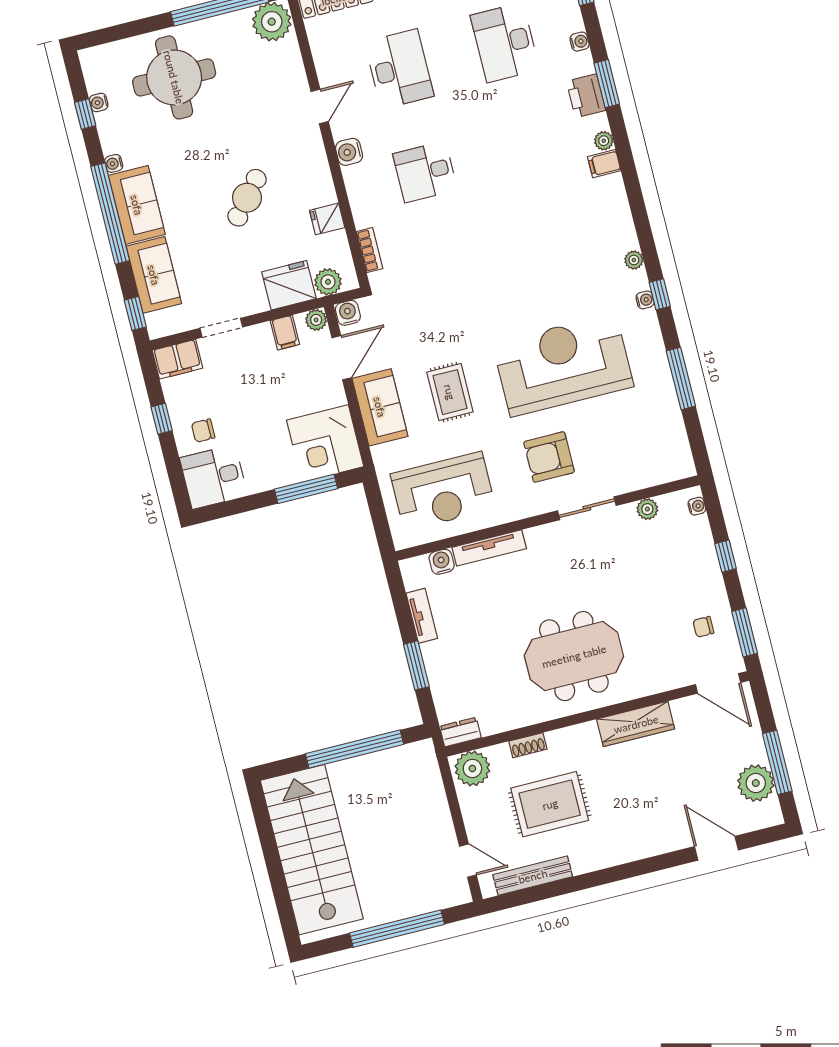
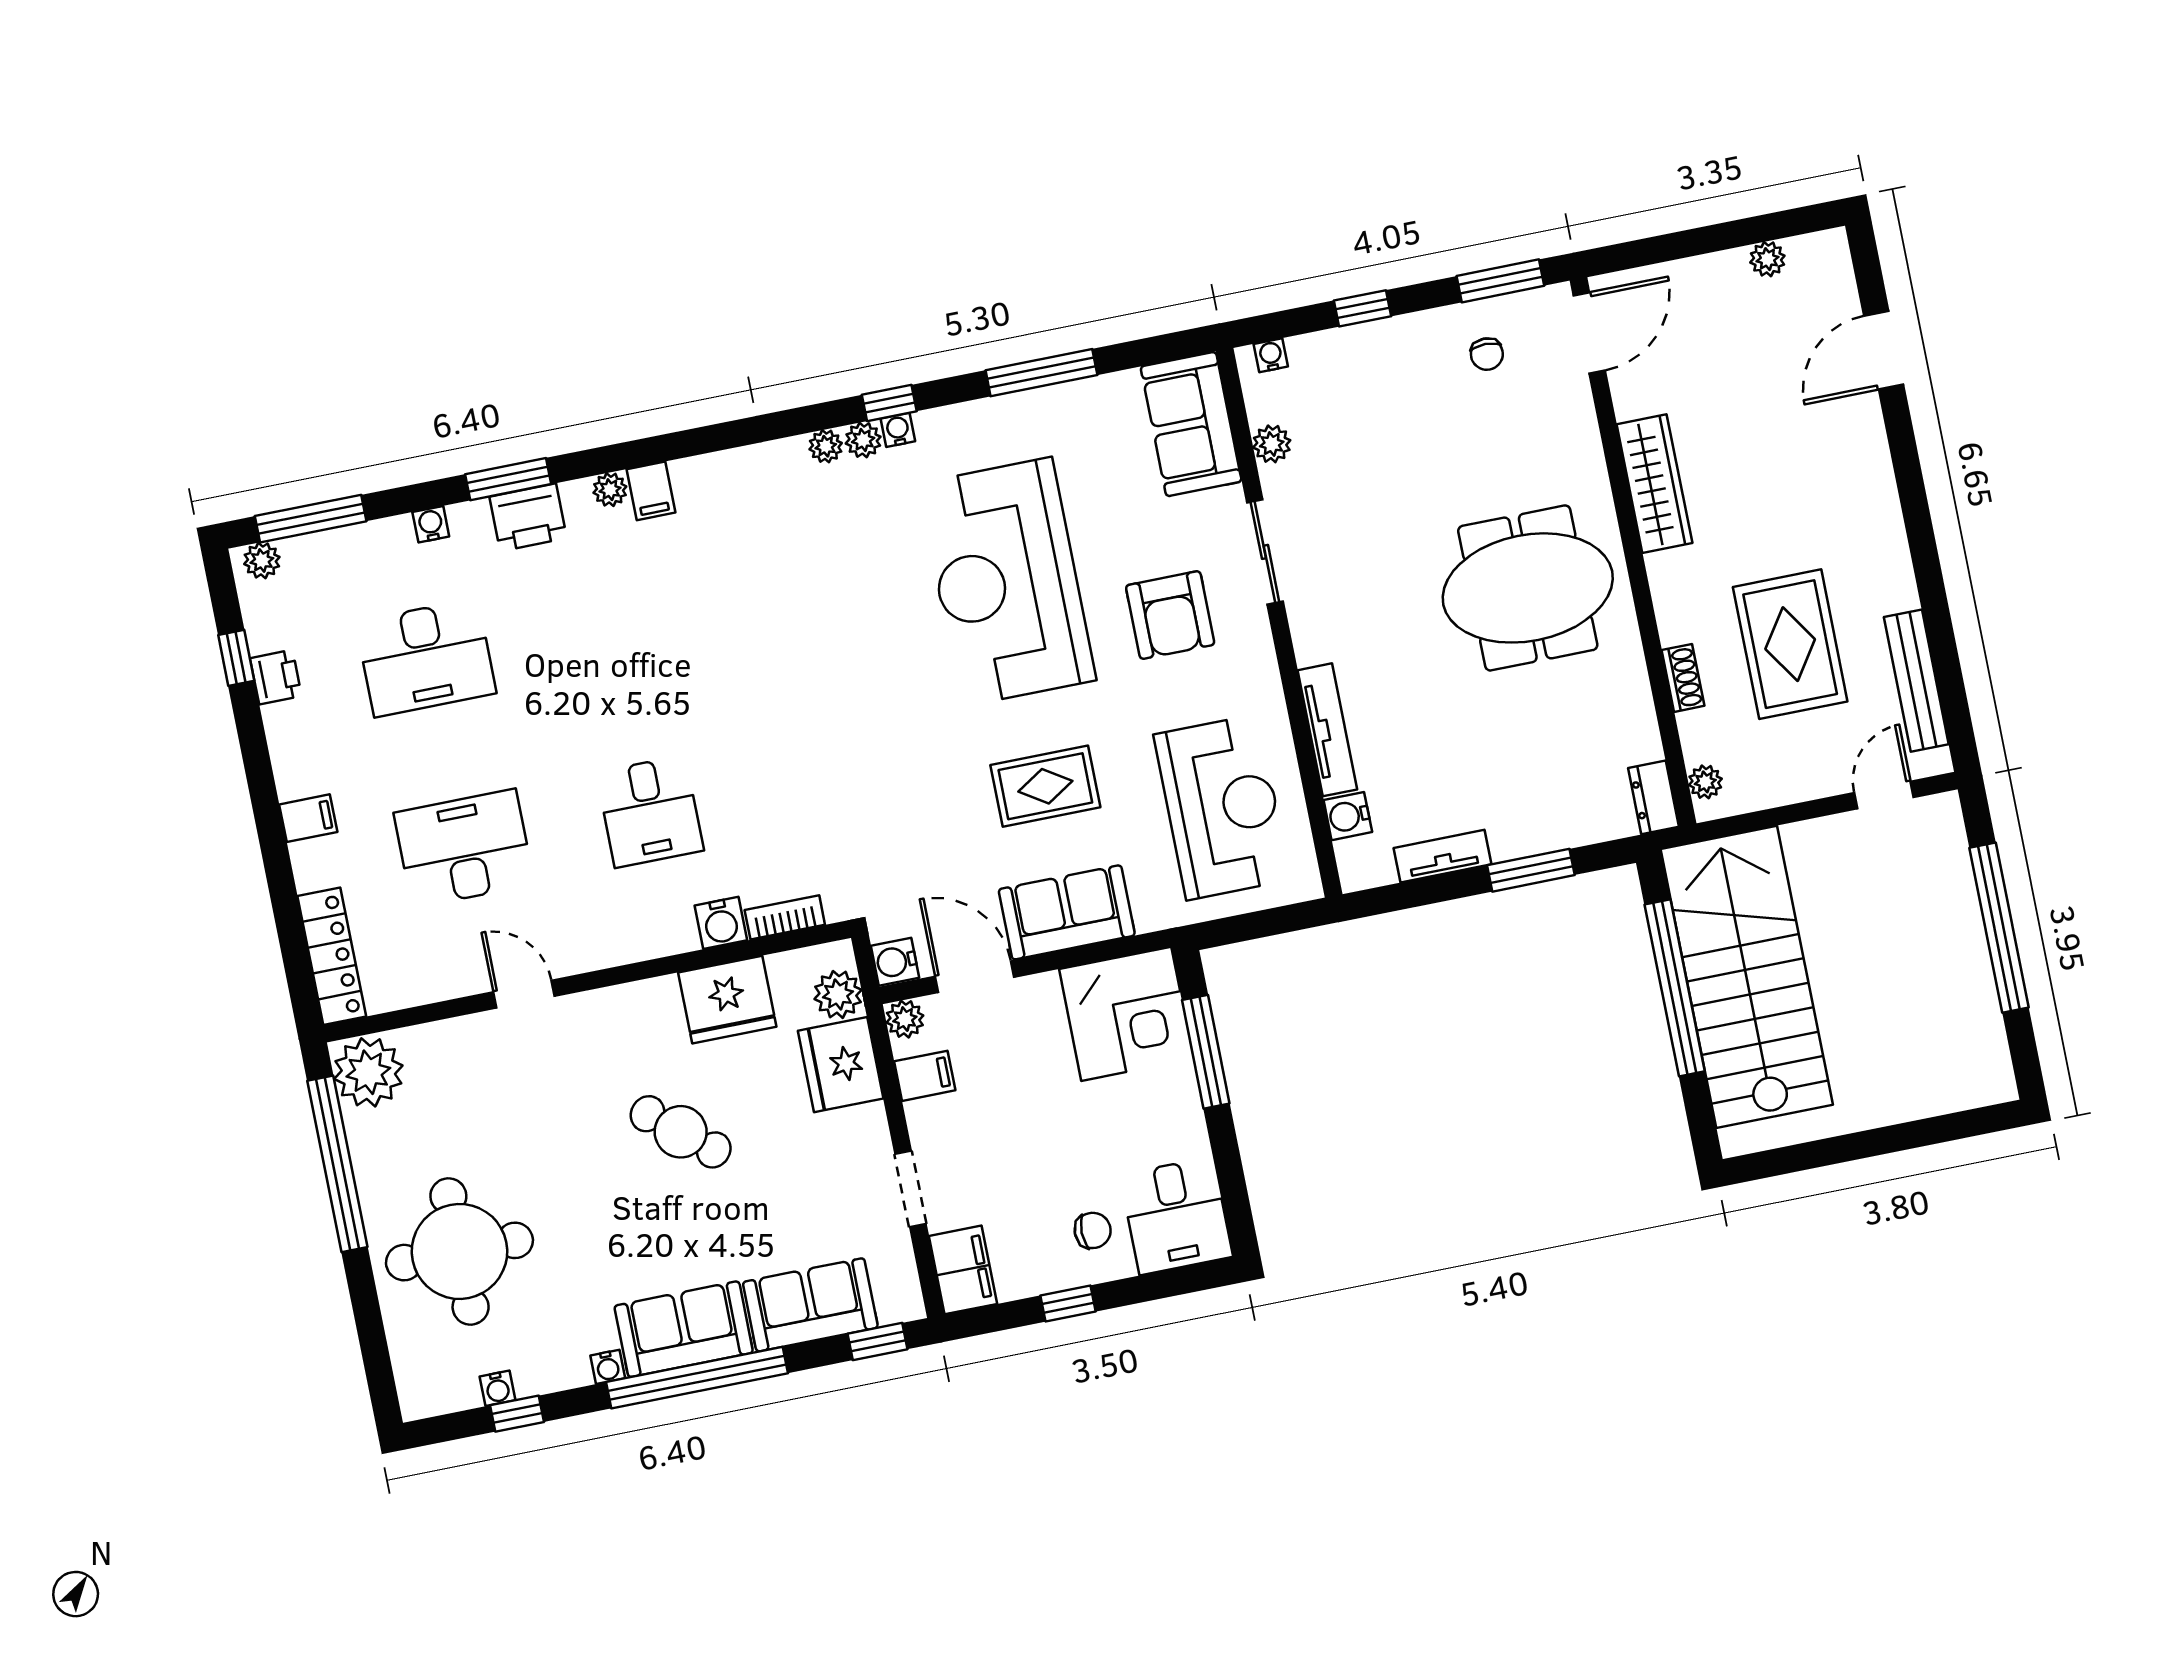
water cooler: (349, 152) -> (721, 923), moved
fridge: (327, 219) -> (727, 1000), width x1.88, depth x1.34
plant: (638, 281) -> (863, 440), added
chair: (203, 431) -> (1093, 1230), turned -90
sofa: (656, 464) -> (1191, 424), added
meeting table: (574, 656) -> (1528, 588), turned 90
window: (777, 762) -> (1735, 234), removed
plant: (472, 768) -> (1705, 782), width x0.53, depth x0.53
plant: (756, 783) -> (1767, 259), width x0.53, depth x0.53
stairs: (312, 850) -> (1747, 977), moved, turned 90

